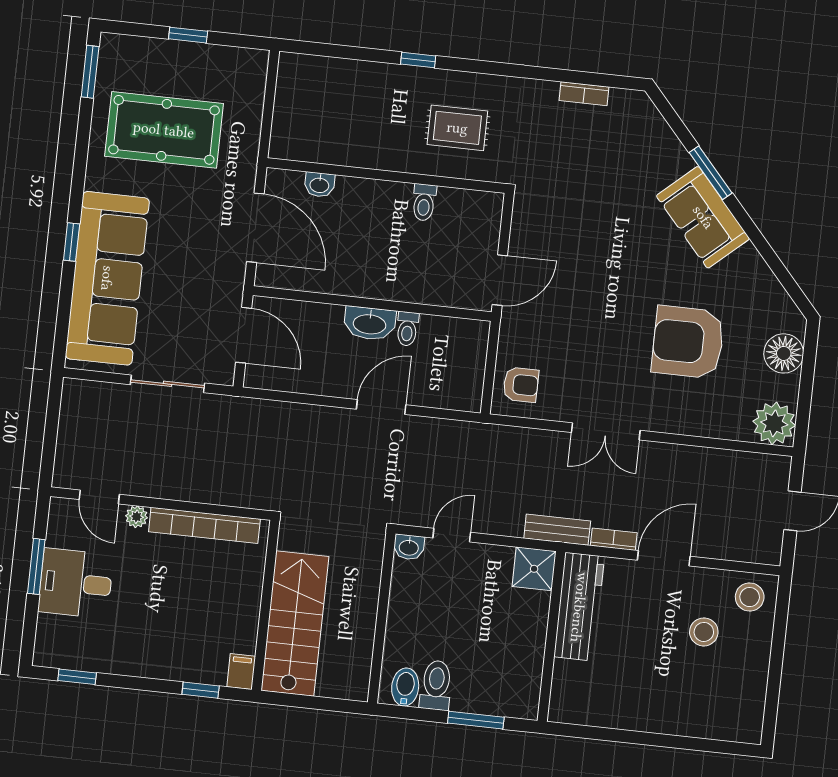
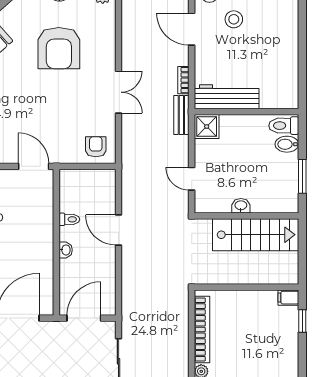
washbasin: (370, 323) -> (66, 250), width x0.52, depth x0.69
washbasin: (409, 547) -> (241, 206), moved, turned -90
door: (664, 558) -> (192, 29), moved
stairs: (295, 624) -> (256, 235), moved, turned 180
toilet: (436, 685) -> (284, 126), moved
bidet: (405, 687) -> (287, 144), moved
window: (476, 720) -> (302, 176), moved

